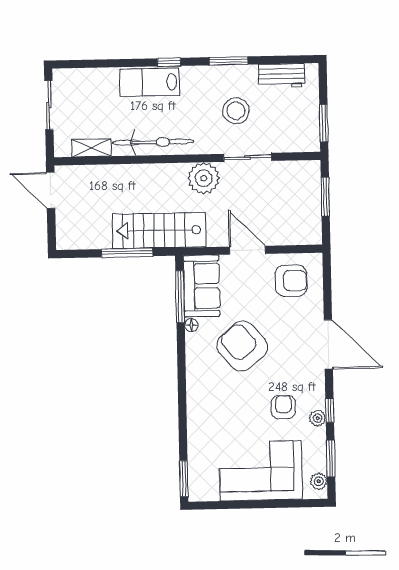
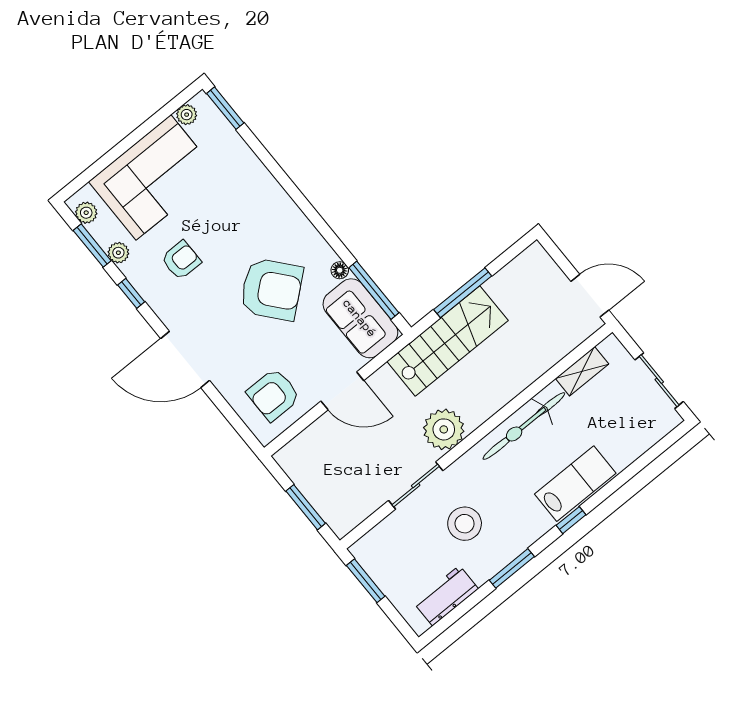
armchair: (283, 407) -> (181, 260), turned -90
plant: (318, 418) -> (118, 253), moved
plant: (211, 493) -> (187, 115), added

